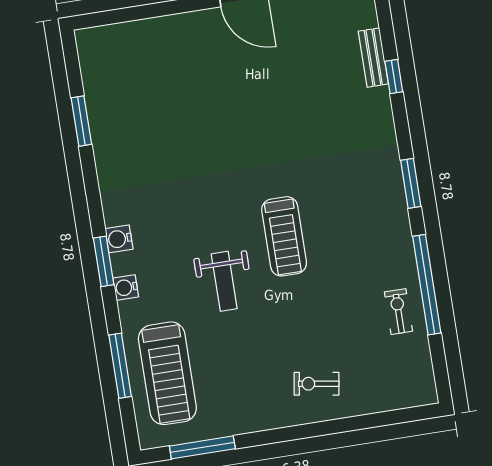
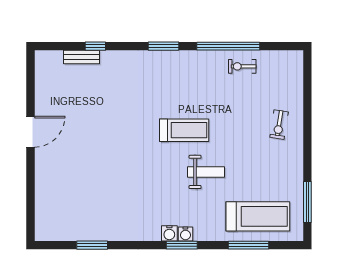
water cooler: (126, 287) -> (185, 234), moved

